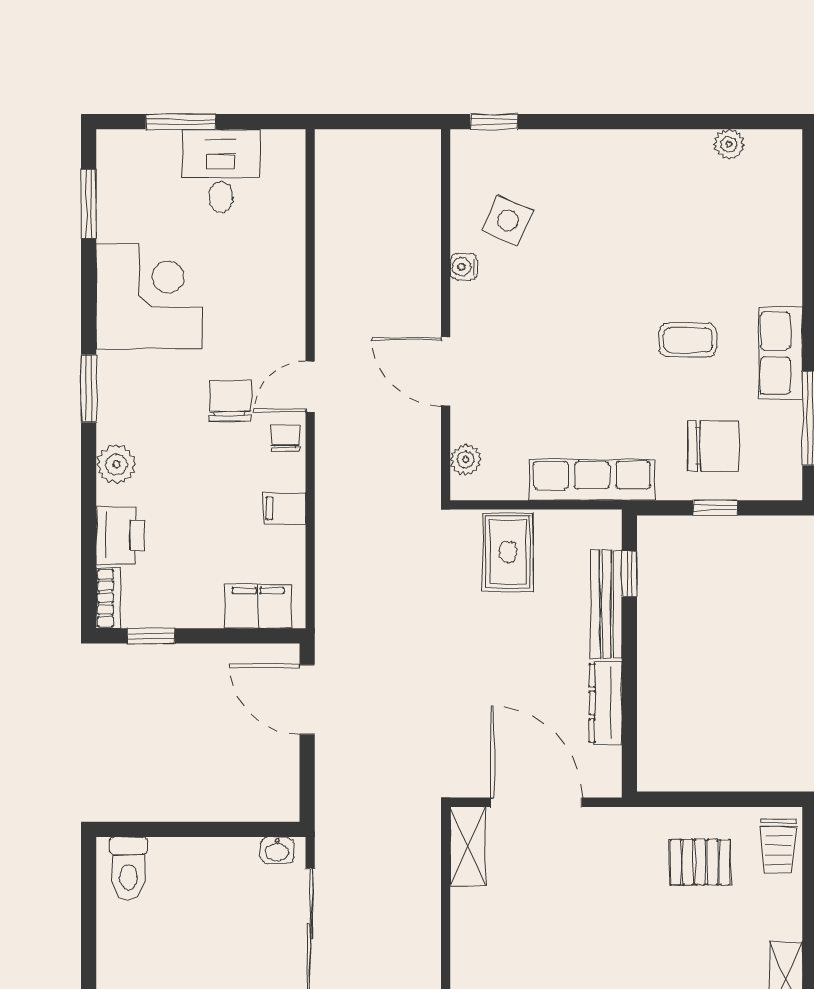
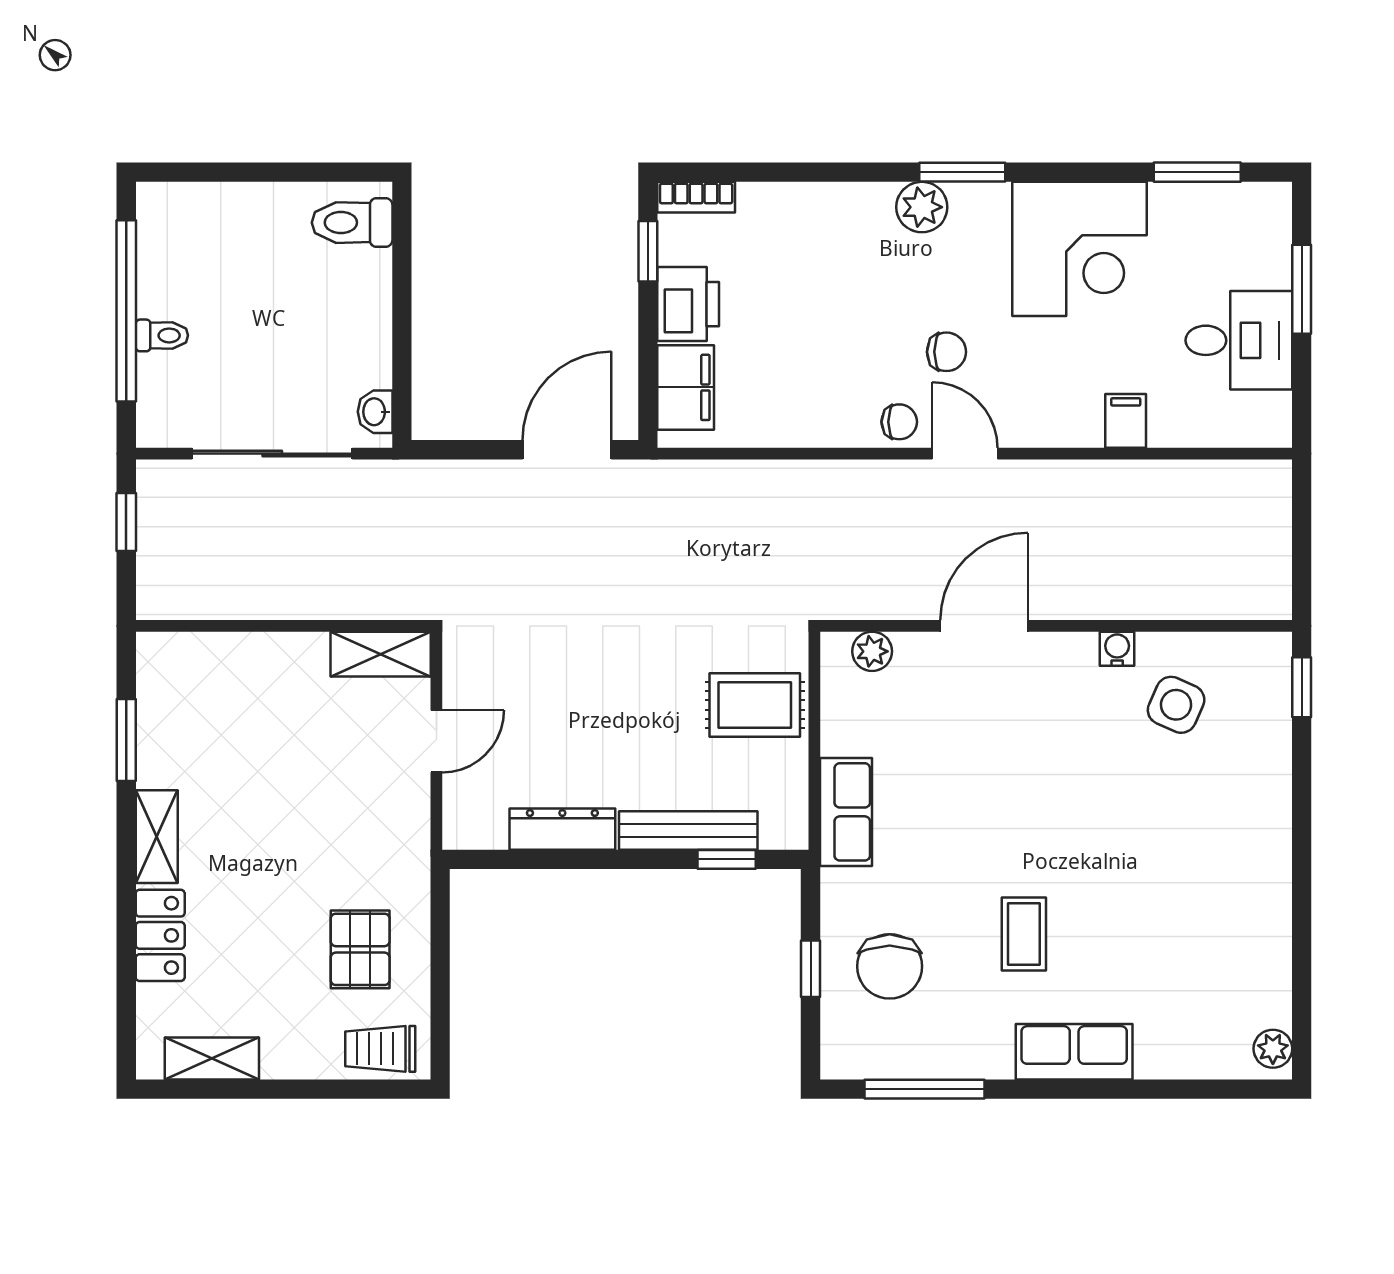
plant: (729, 144) -> (1273, 1049), moved
row of seats: (781, 353) -> (1074, 1052), moved
chair: (230, 401) -> (946, 352), width x0.73, depth x0.73
plant: (116, 464) -> (922, 207), moved
row of seats: (592, 480) -> (846, 812), width x0.68
filing cabinet: (284, 508) -> (1126, 421), moved
printer: (120, 535) -> (688, 304), moved, turned -90
door: (536, 802) -> (436, 741), width x0.53

